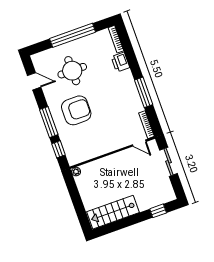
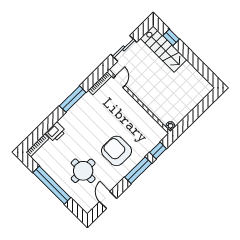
stairs: (113, 212) -> (164, 49), moved

